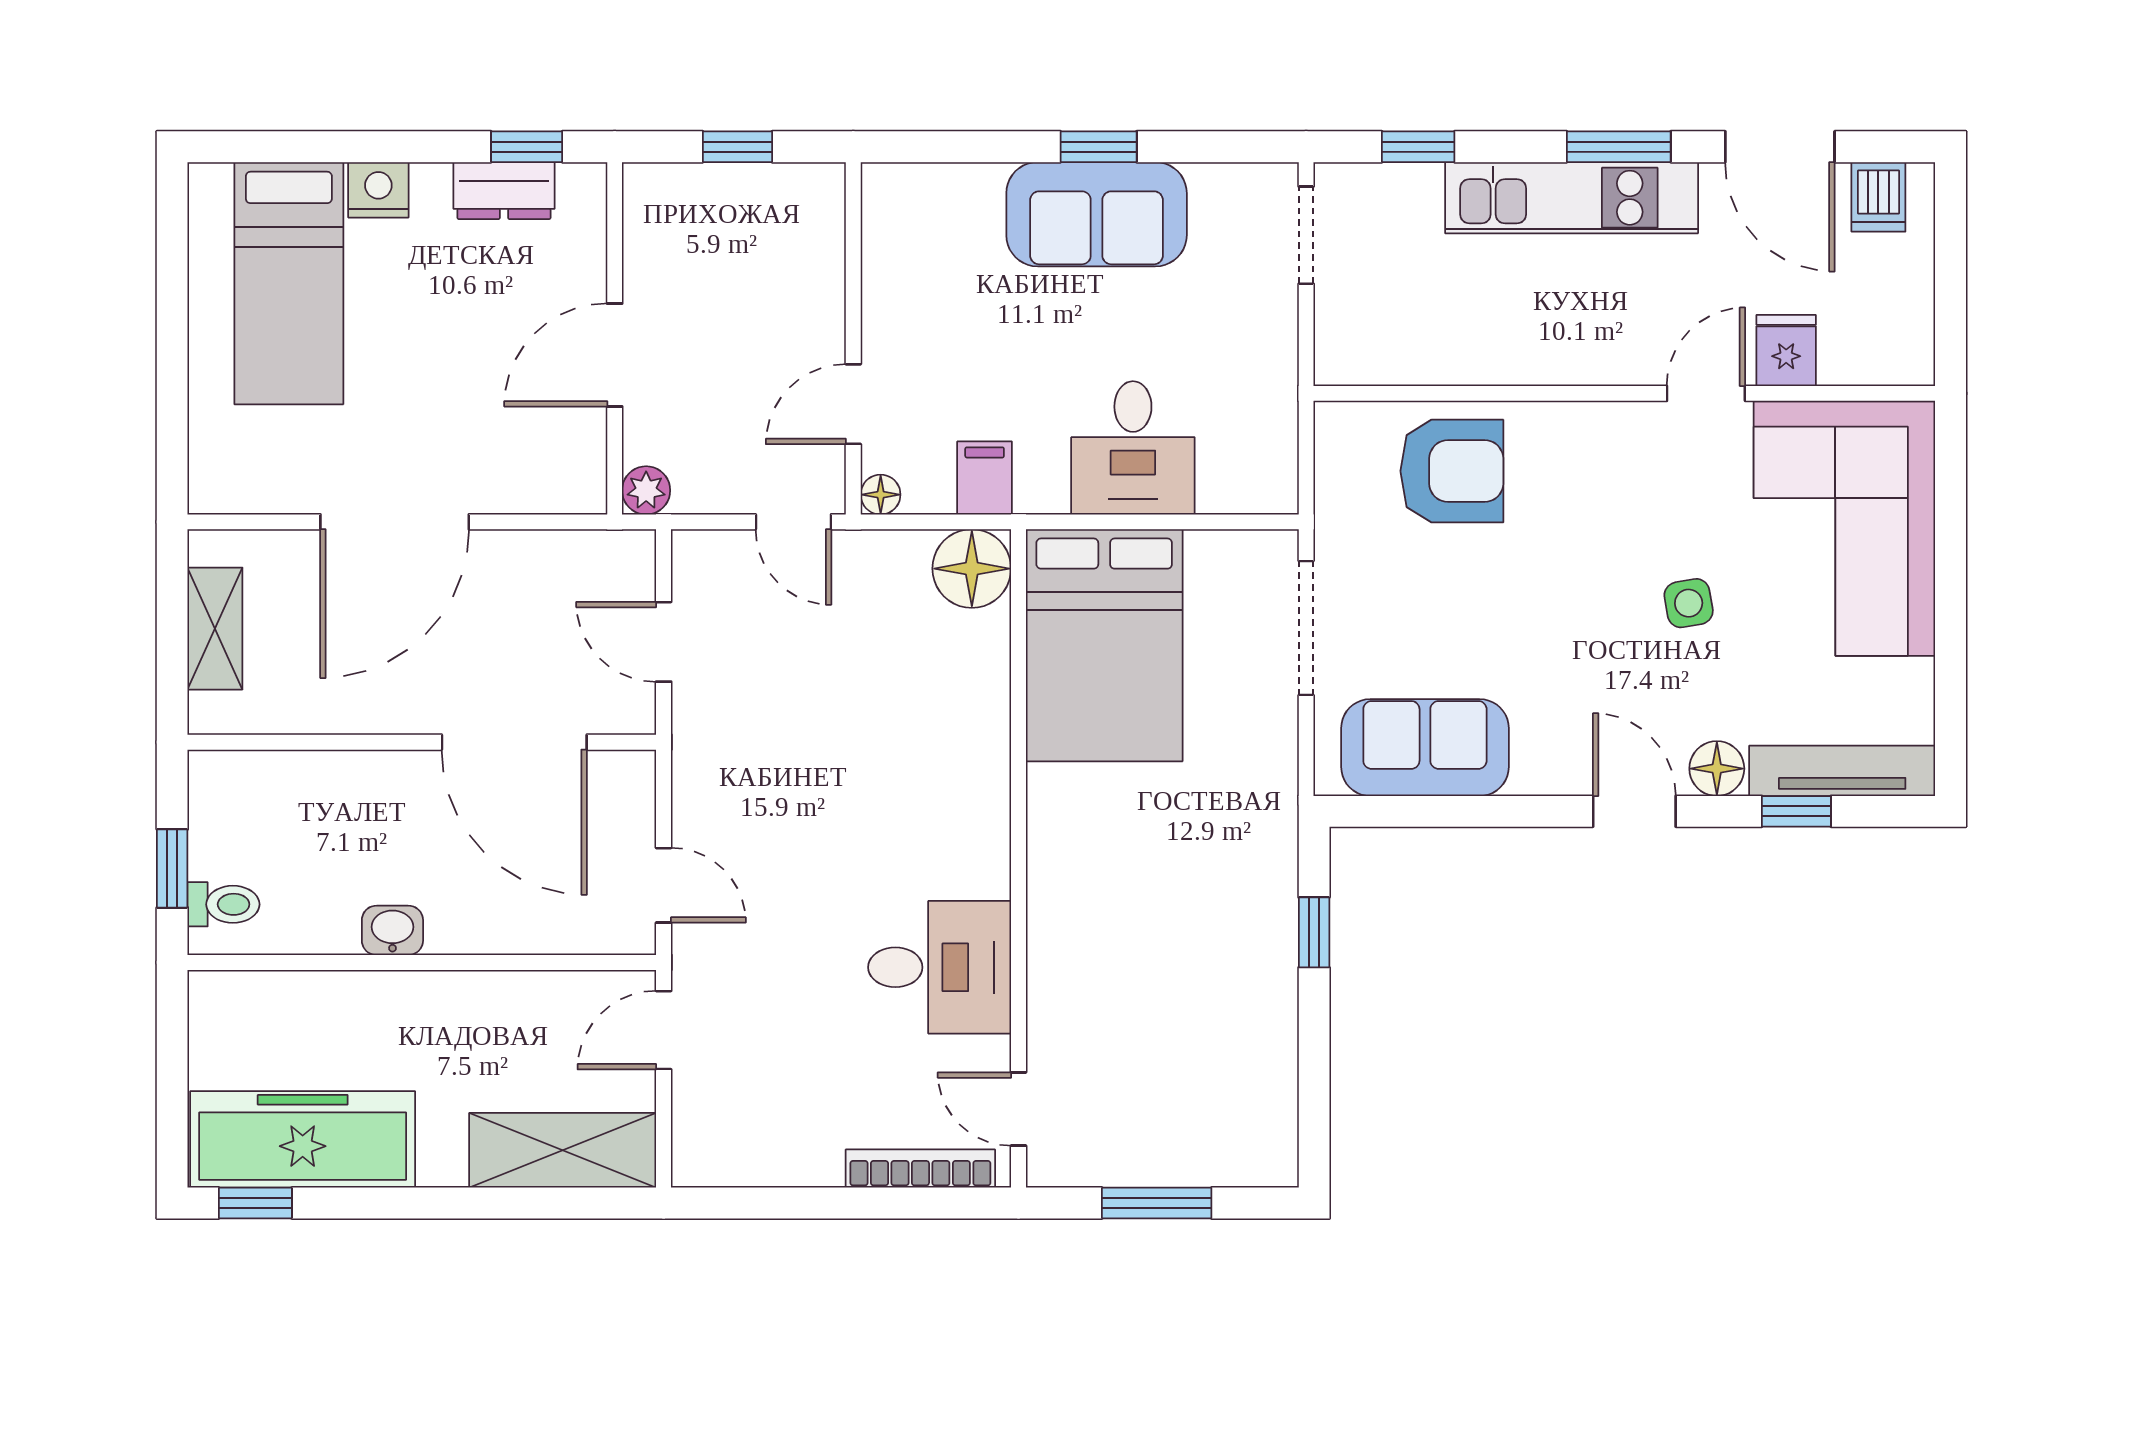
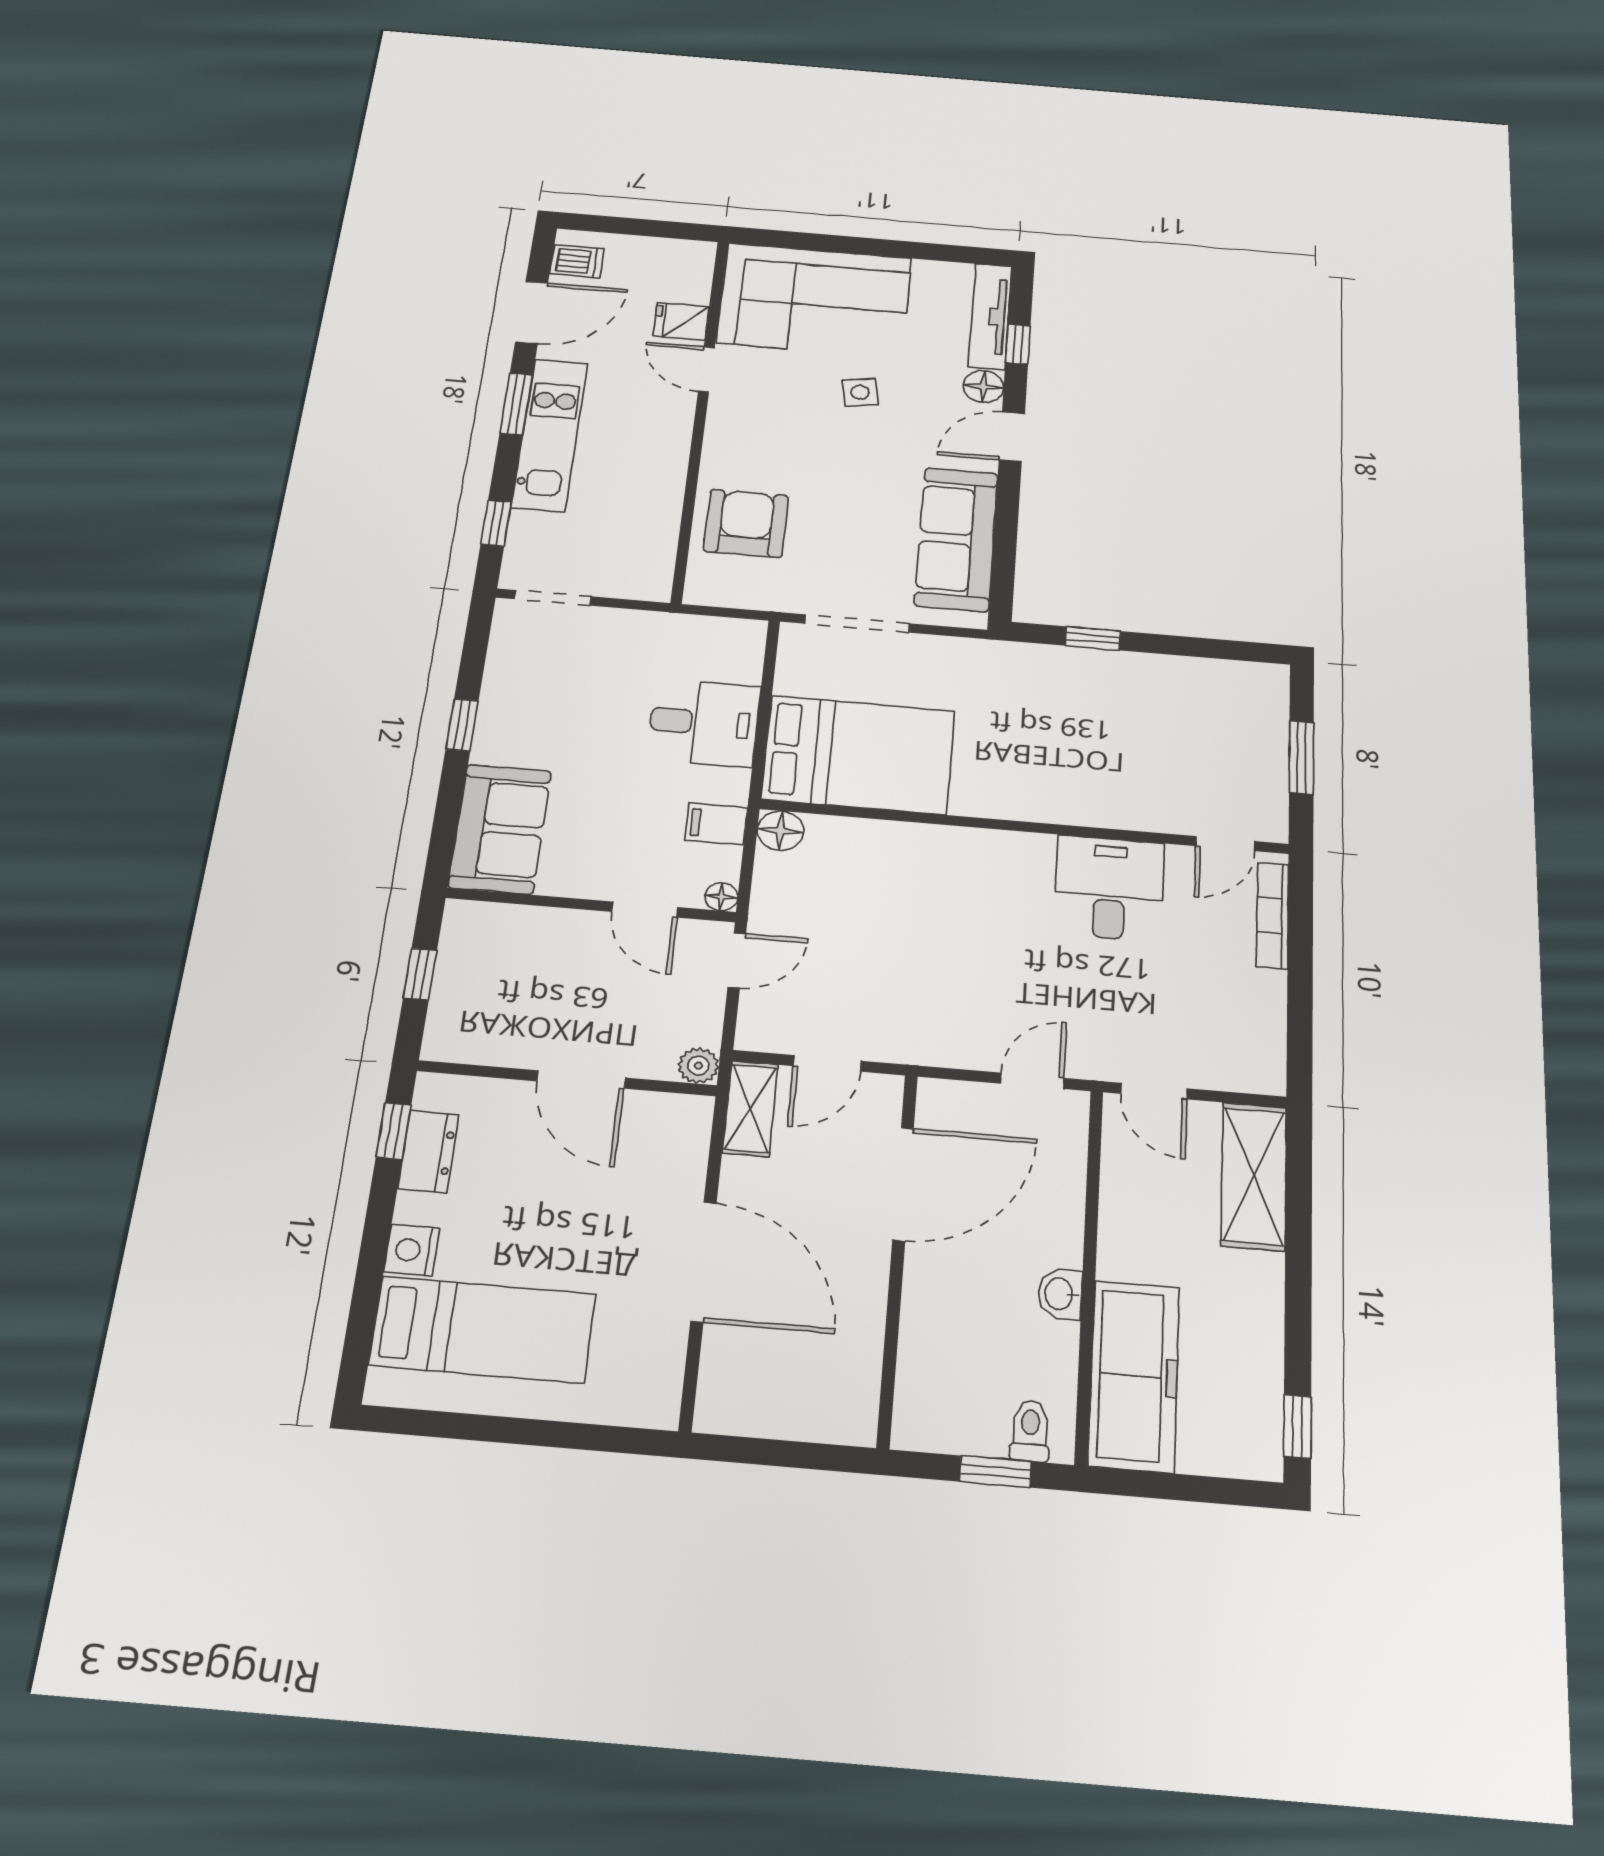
sofa: (1097, 214) -> (500, 829), moved
floor lamp: (972, 569) -> (780, 831), width x0.73, depth x0.73
shelving: (215, 629) -> (750, 1109), moved, turned 90
sofa: (1425, 748) -> (956, 539), width x1.36
freezer: (303, 1139) -> (1134, 1376), moved, turned 180

